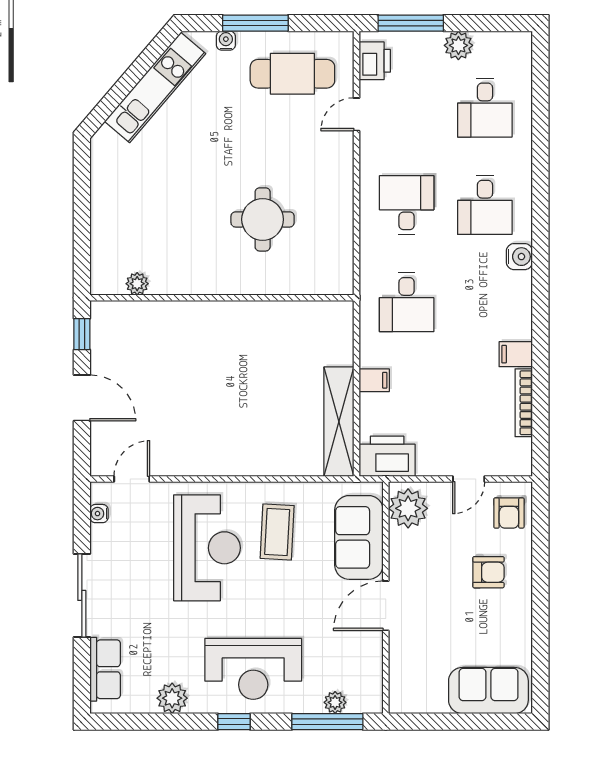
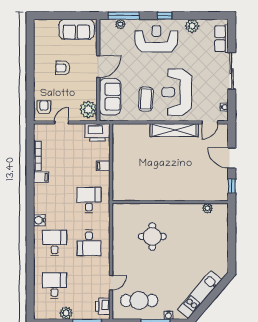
shelving: (339, 422) -> (174, 130), moved, turned 90
armchair: (488, 572) -> (63, 68), moved
sofa: (488, 691) -> (76, 29), moved

